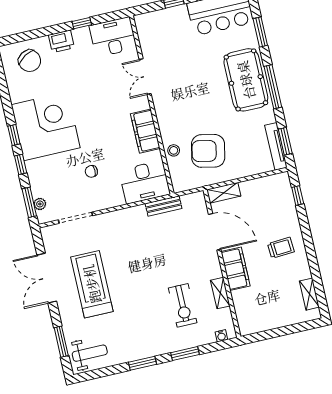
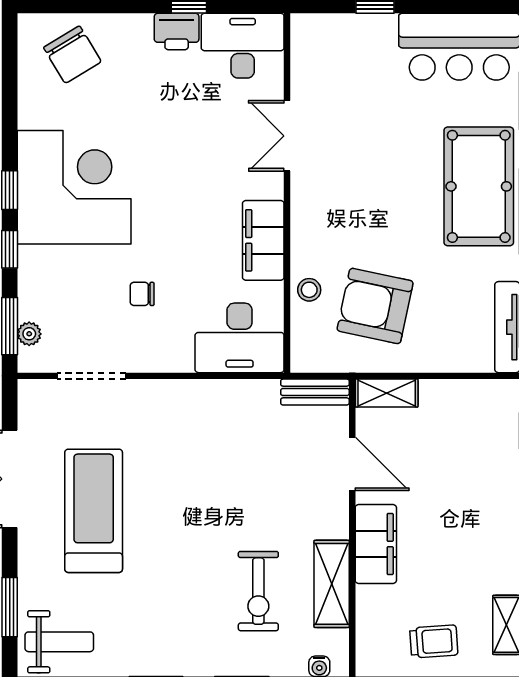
printer: (61, 41) -> (177, 31), moved
bench: (164, 206) -> (315, 392), moved
door: (215, 232) -> (352, 464), width x0.73
trolley: (281, 248) -> (434, 641), moved
shelving: (220, 293) -> (332, 584), width x1.50, depth x1.33

